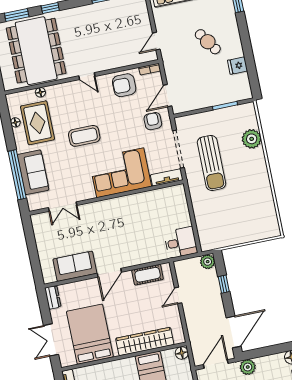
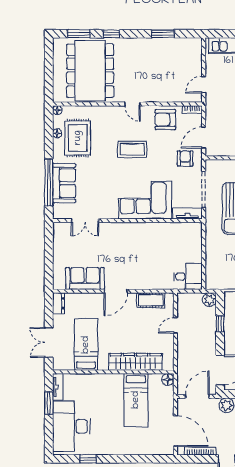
floor lamp: (40, 92) -> (57, 110), moved
coffee table: (84, 136) -> (132, 149), moved
bed: (90, 334) -> (86, 345), width x0.67

